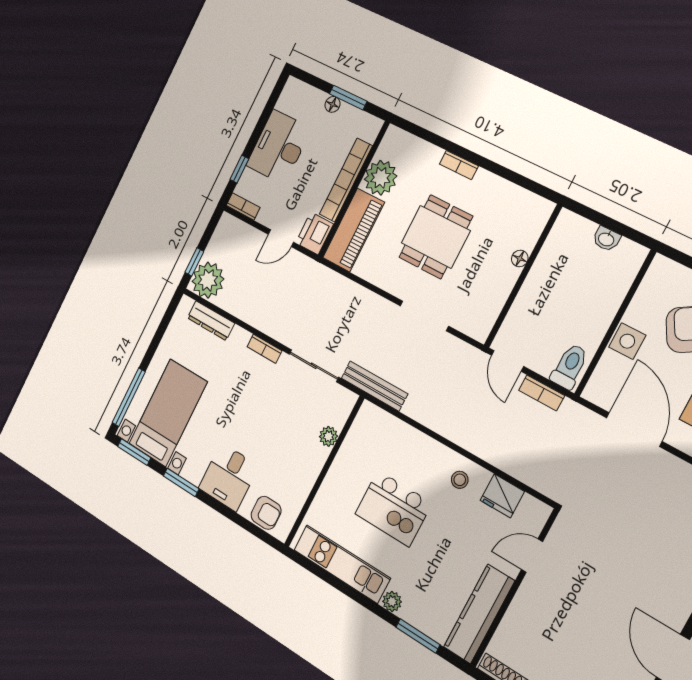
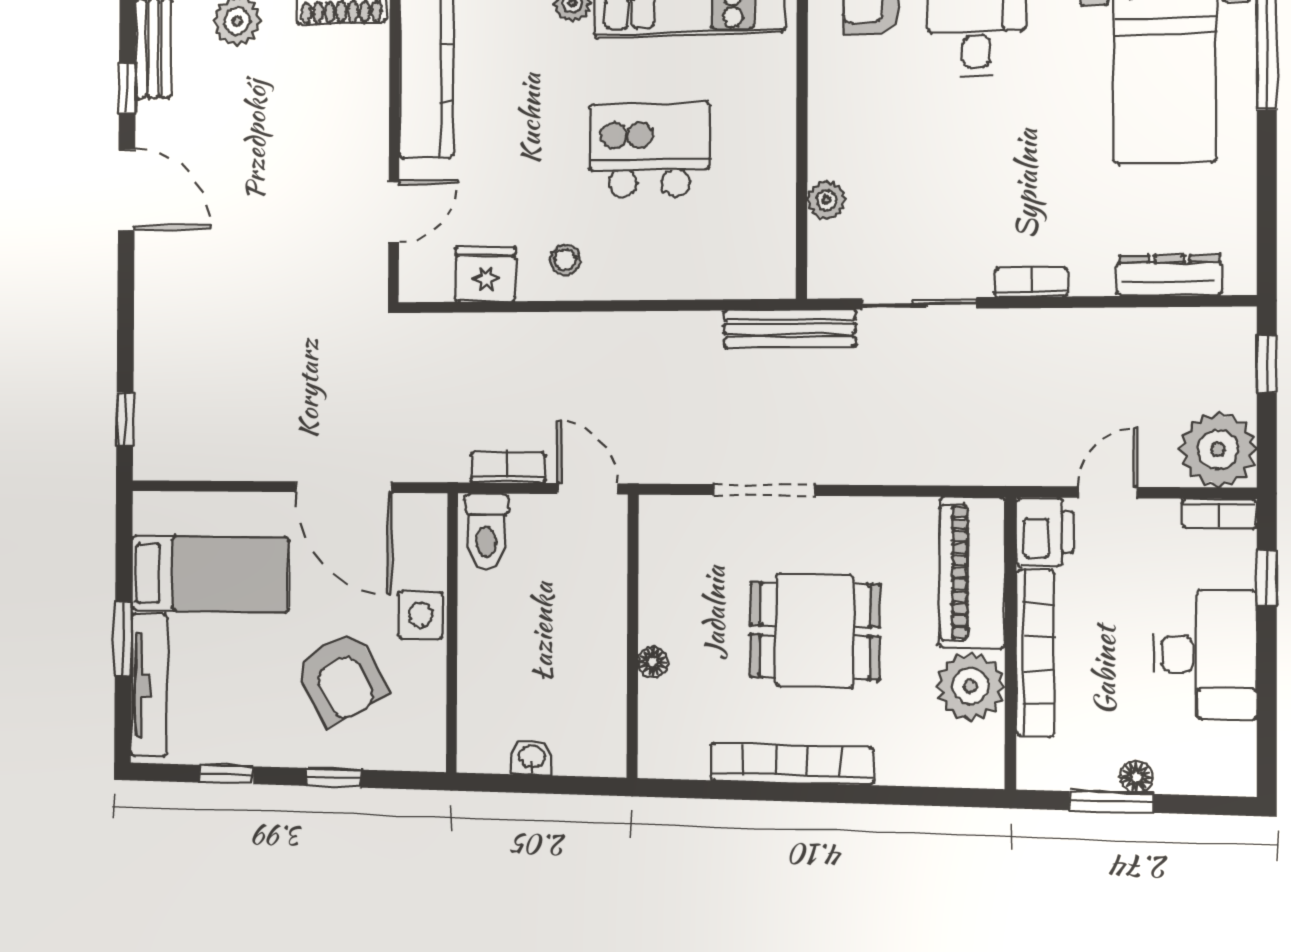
bookcase: (459, 165) -> (791, 764), width x2.31, depth x1.31
dining table: (436, 237) -> (815, 631), turned 90
plant: (208, 280) -> (1218, 449), moved

